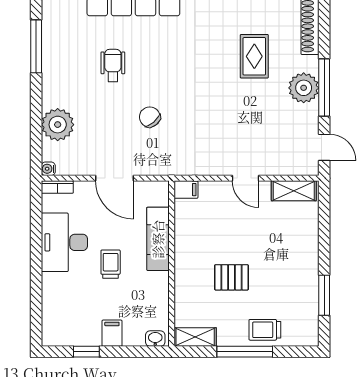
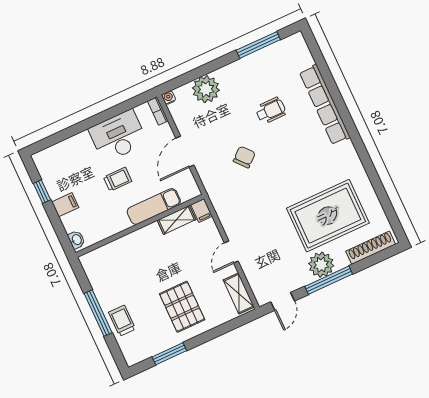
rug: (254, 56) -> (328, 216), width x1.86, depth x2.06
pallet: (231, 277) -> (182, 307), moved, width x1.50, depth x1.42
shelving: (195, 337) -> (176, 220), moved, turned 90

